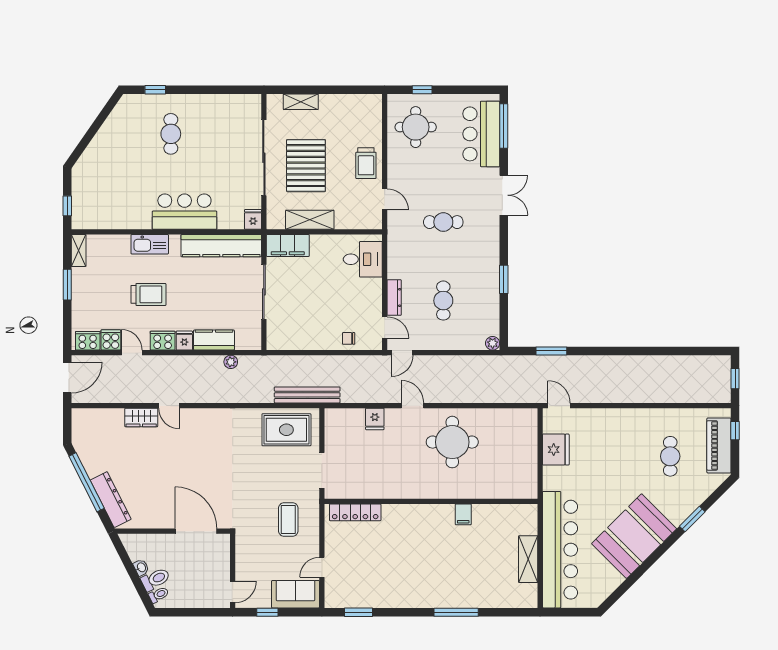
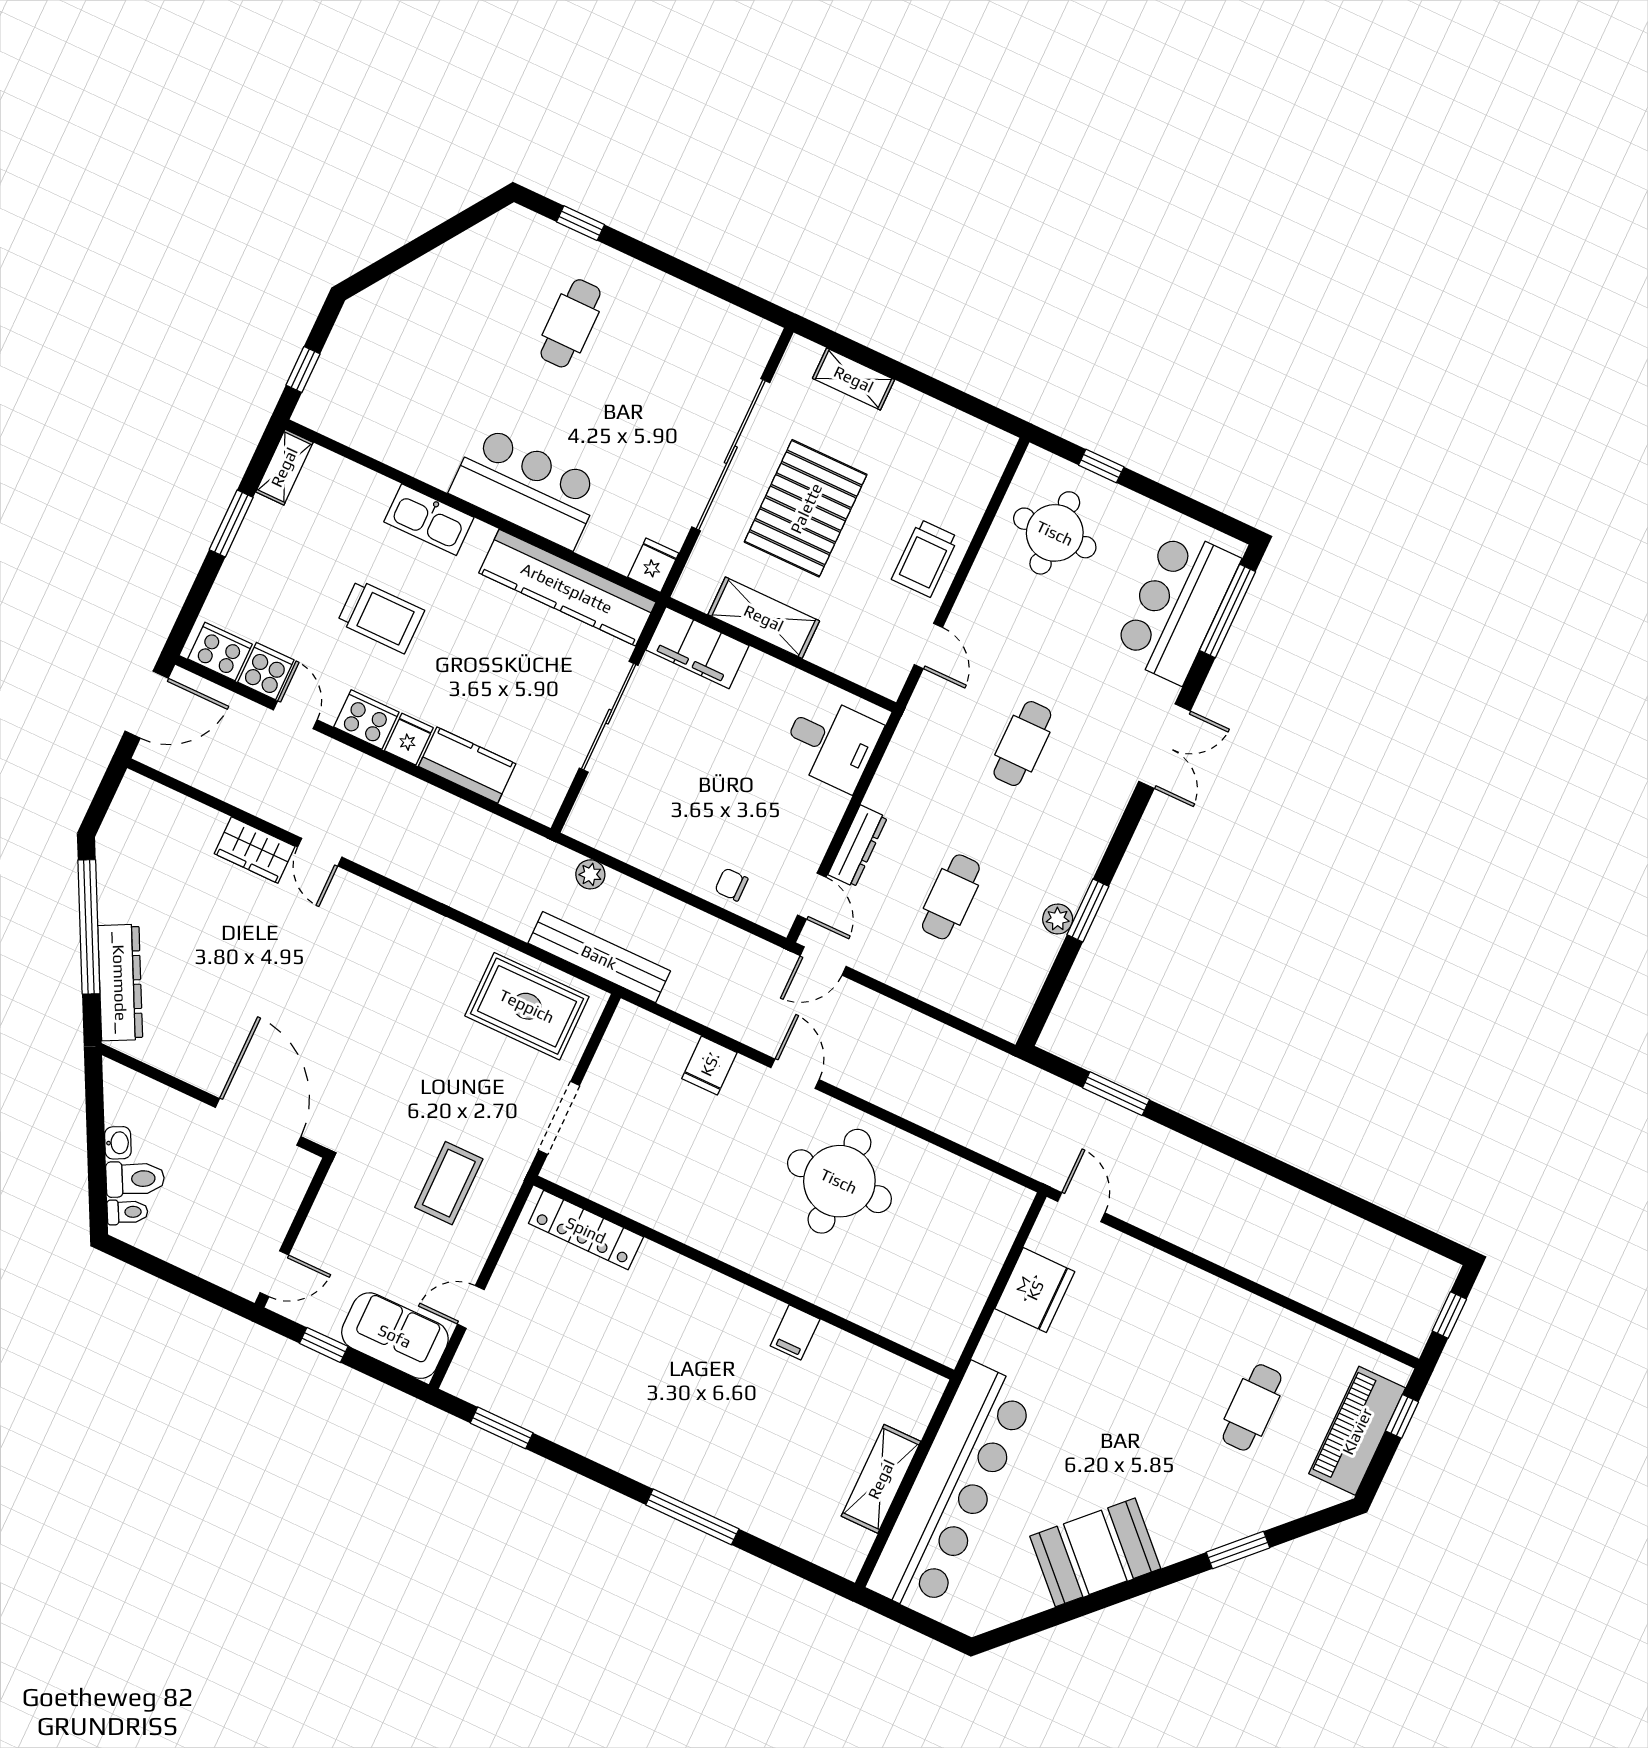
cafe table: (443, 222) -> (1022, 744), turned 90
plant: (493, 343) -> (1058, 919), moved
plant: (231, 362) -> (590, 874), moved
booth: (634, 536) -> (1095, 1552), width x0.73, depth x0.70

